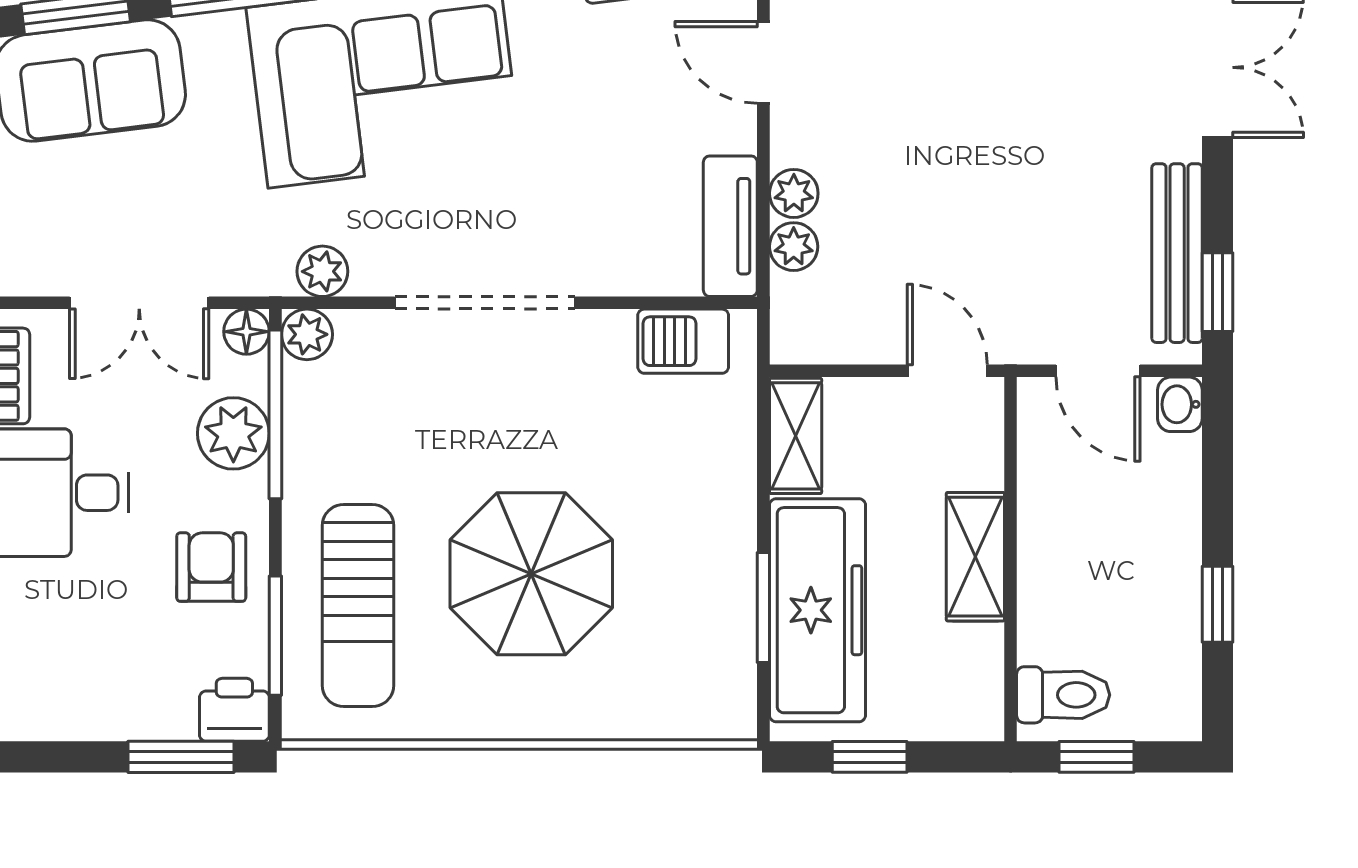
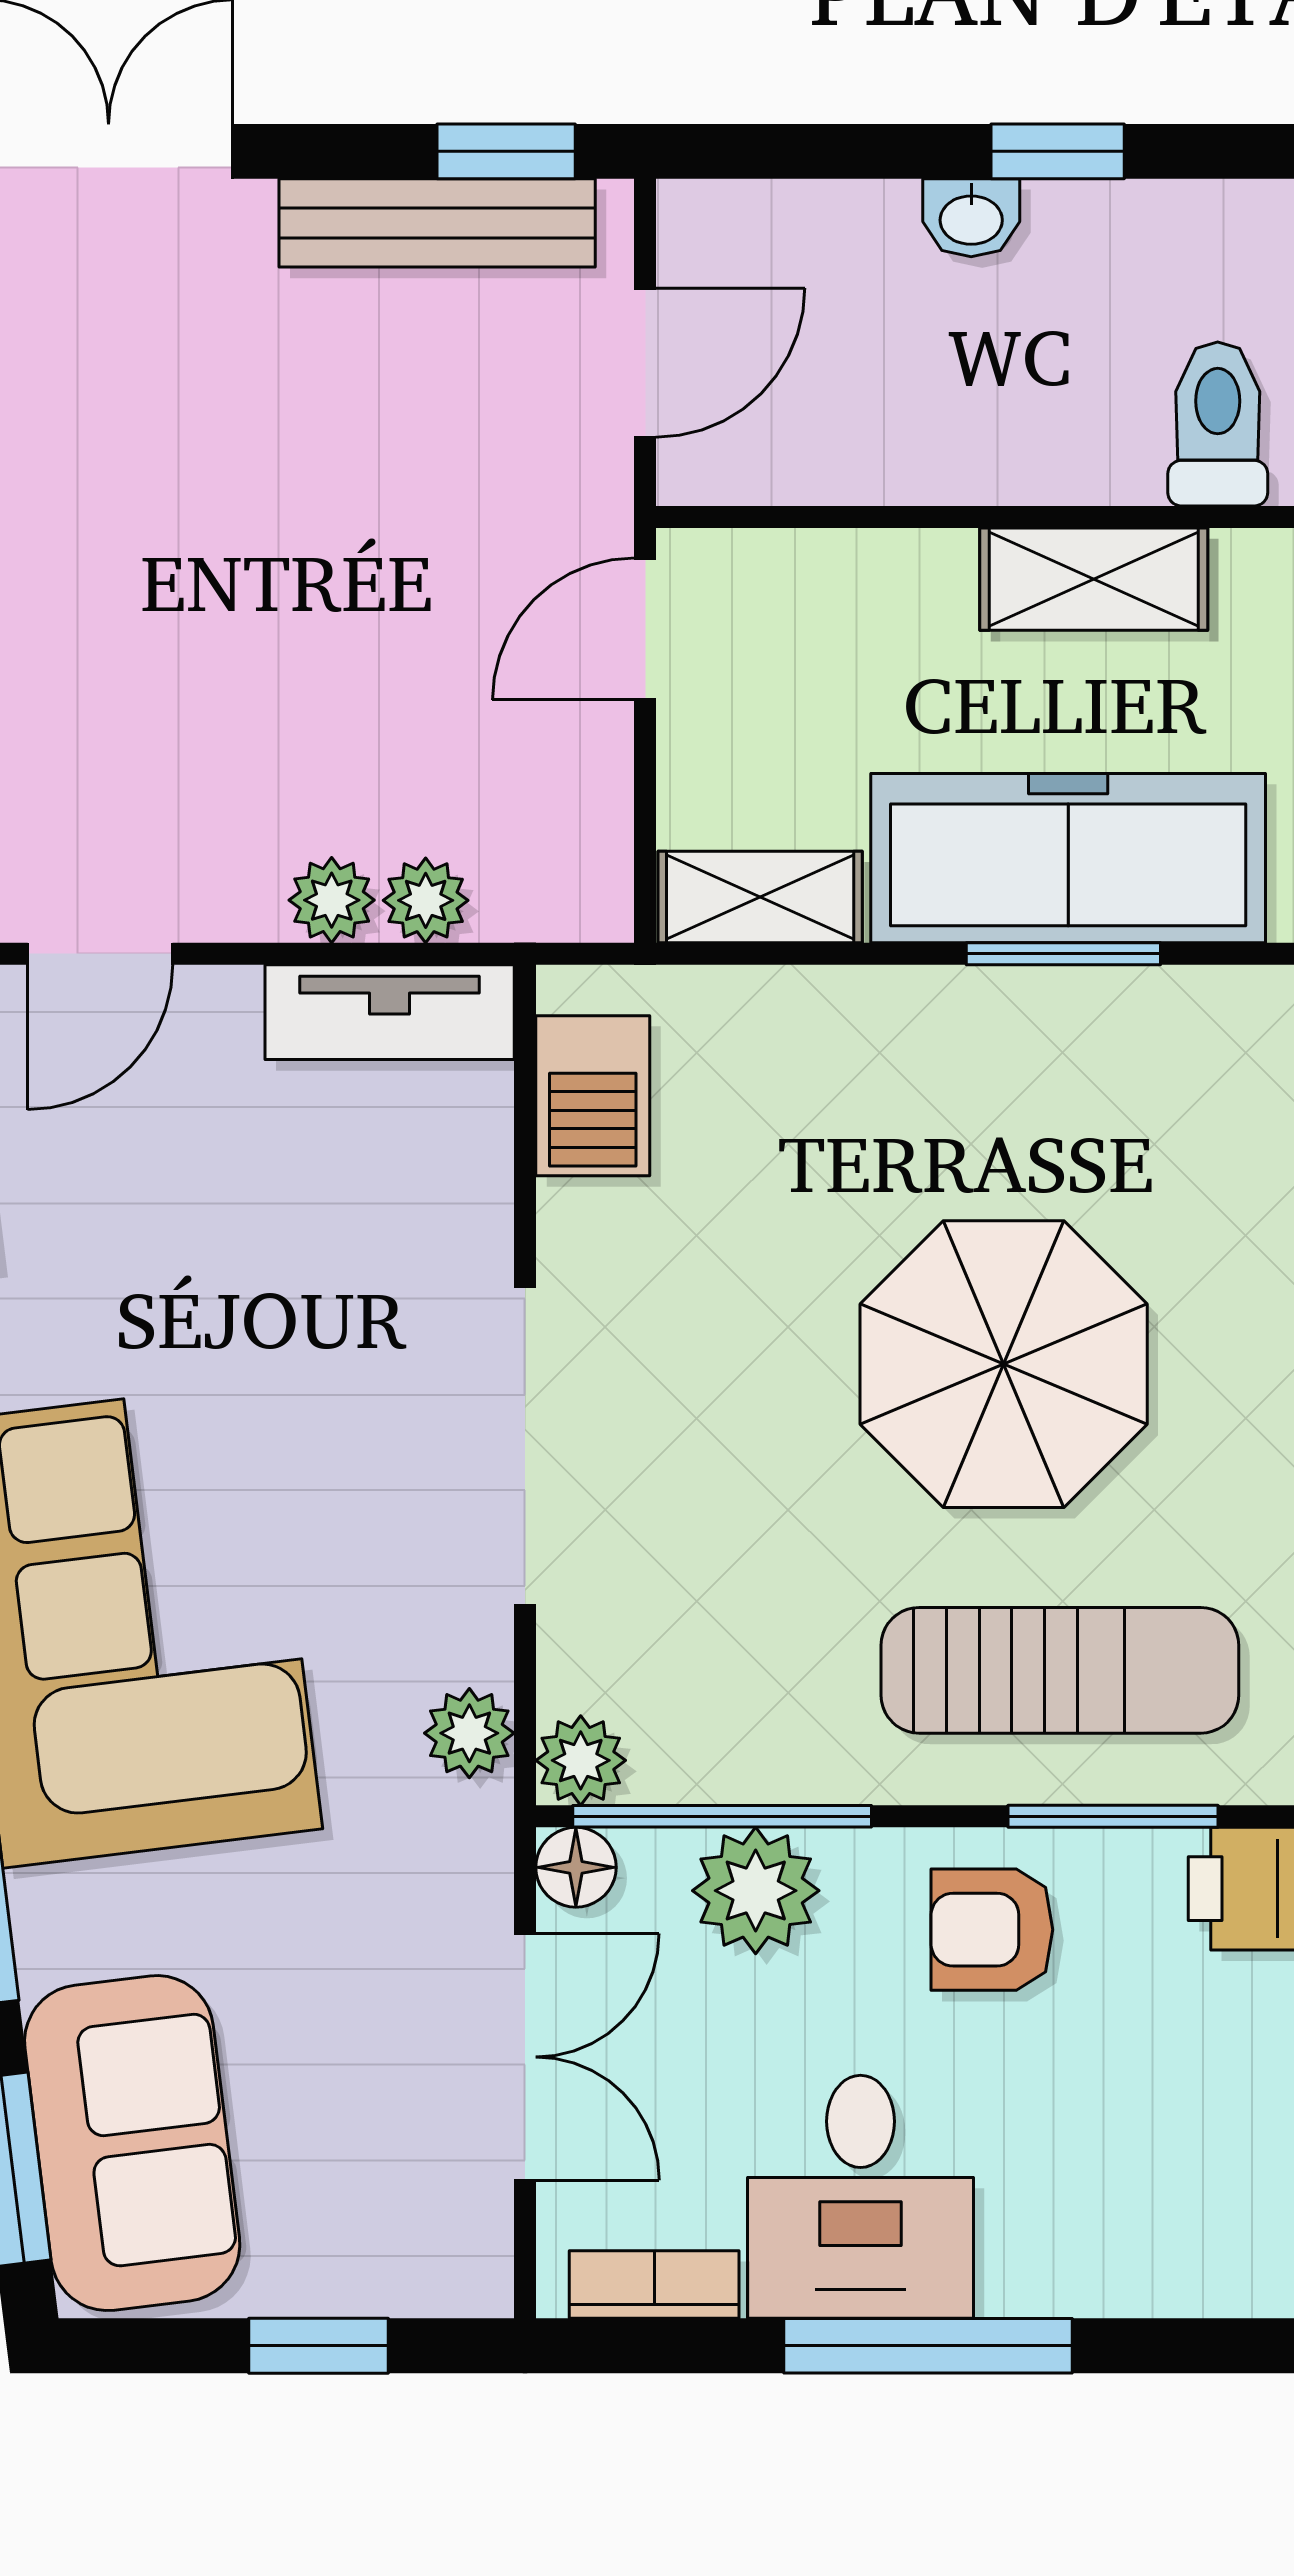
washbasin: (1180, 404) -> (971, 218), moved
shelving: (975, 557) -> (1094, 579), moved

